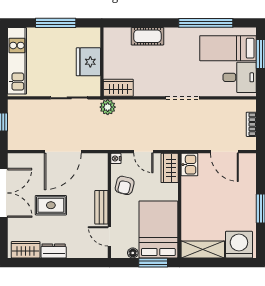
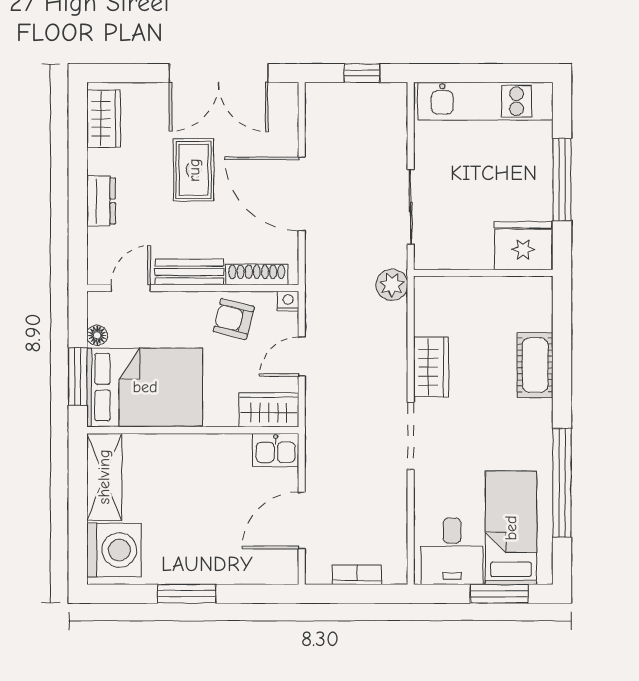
fridge: (88, 62) -> (523, 246), moved
wardrobe: (118, 88) -> (431, 367), moved
shoe rack: (103, 174) -> (257, 274), added
dresser: (54, 251) -> (101, 201), moved

